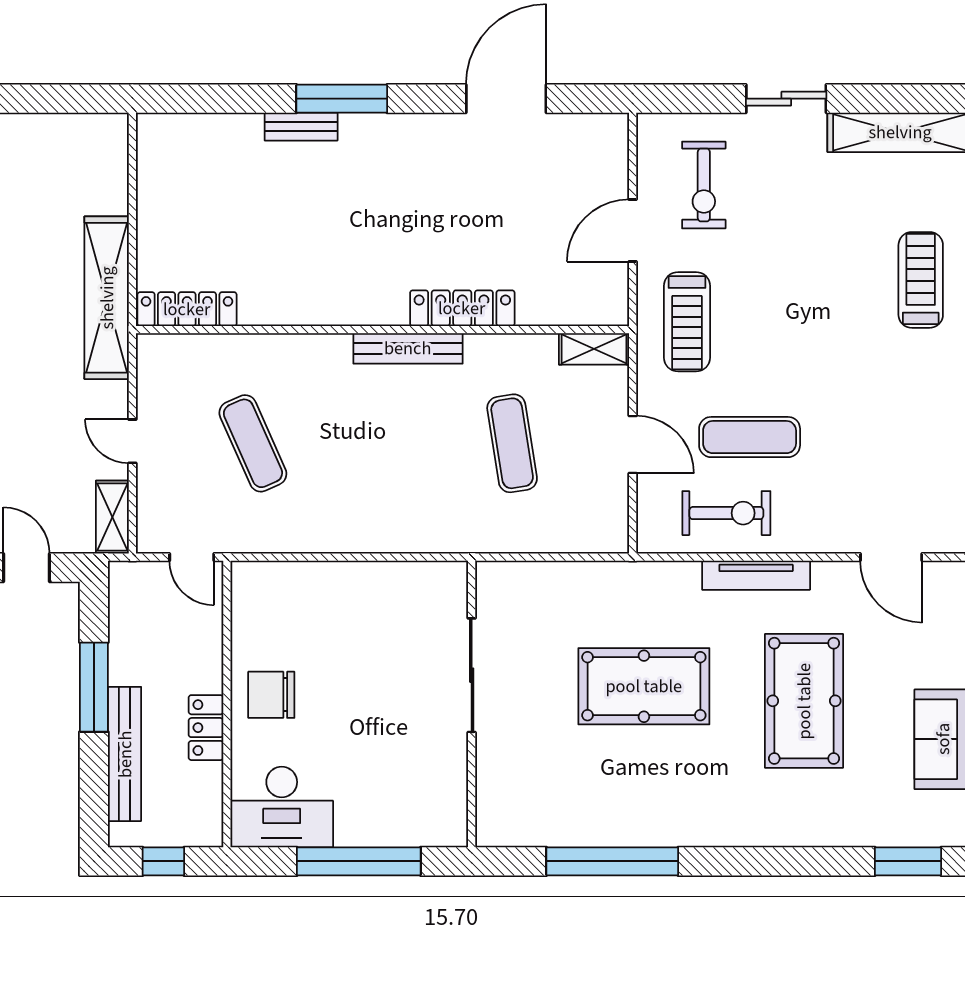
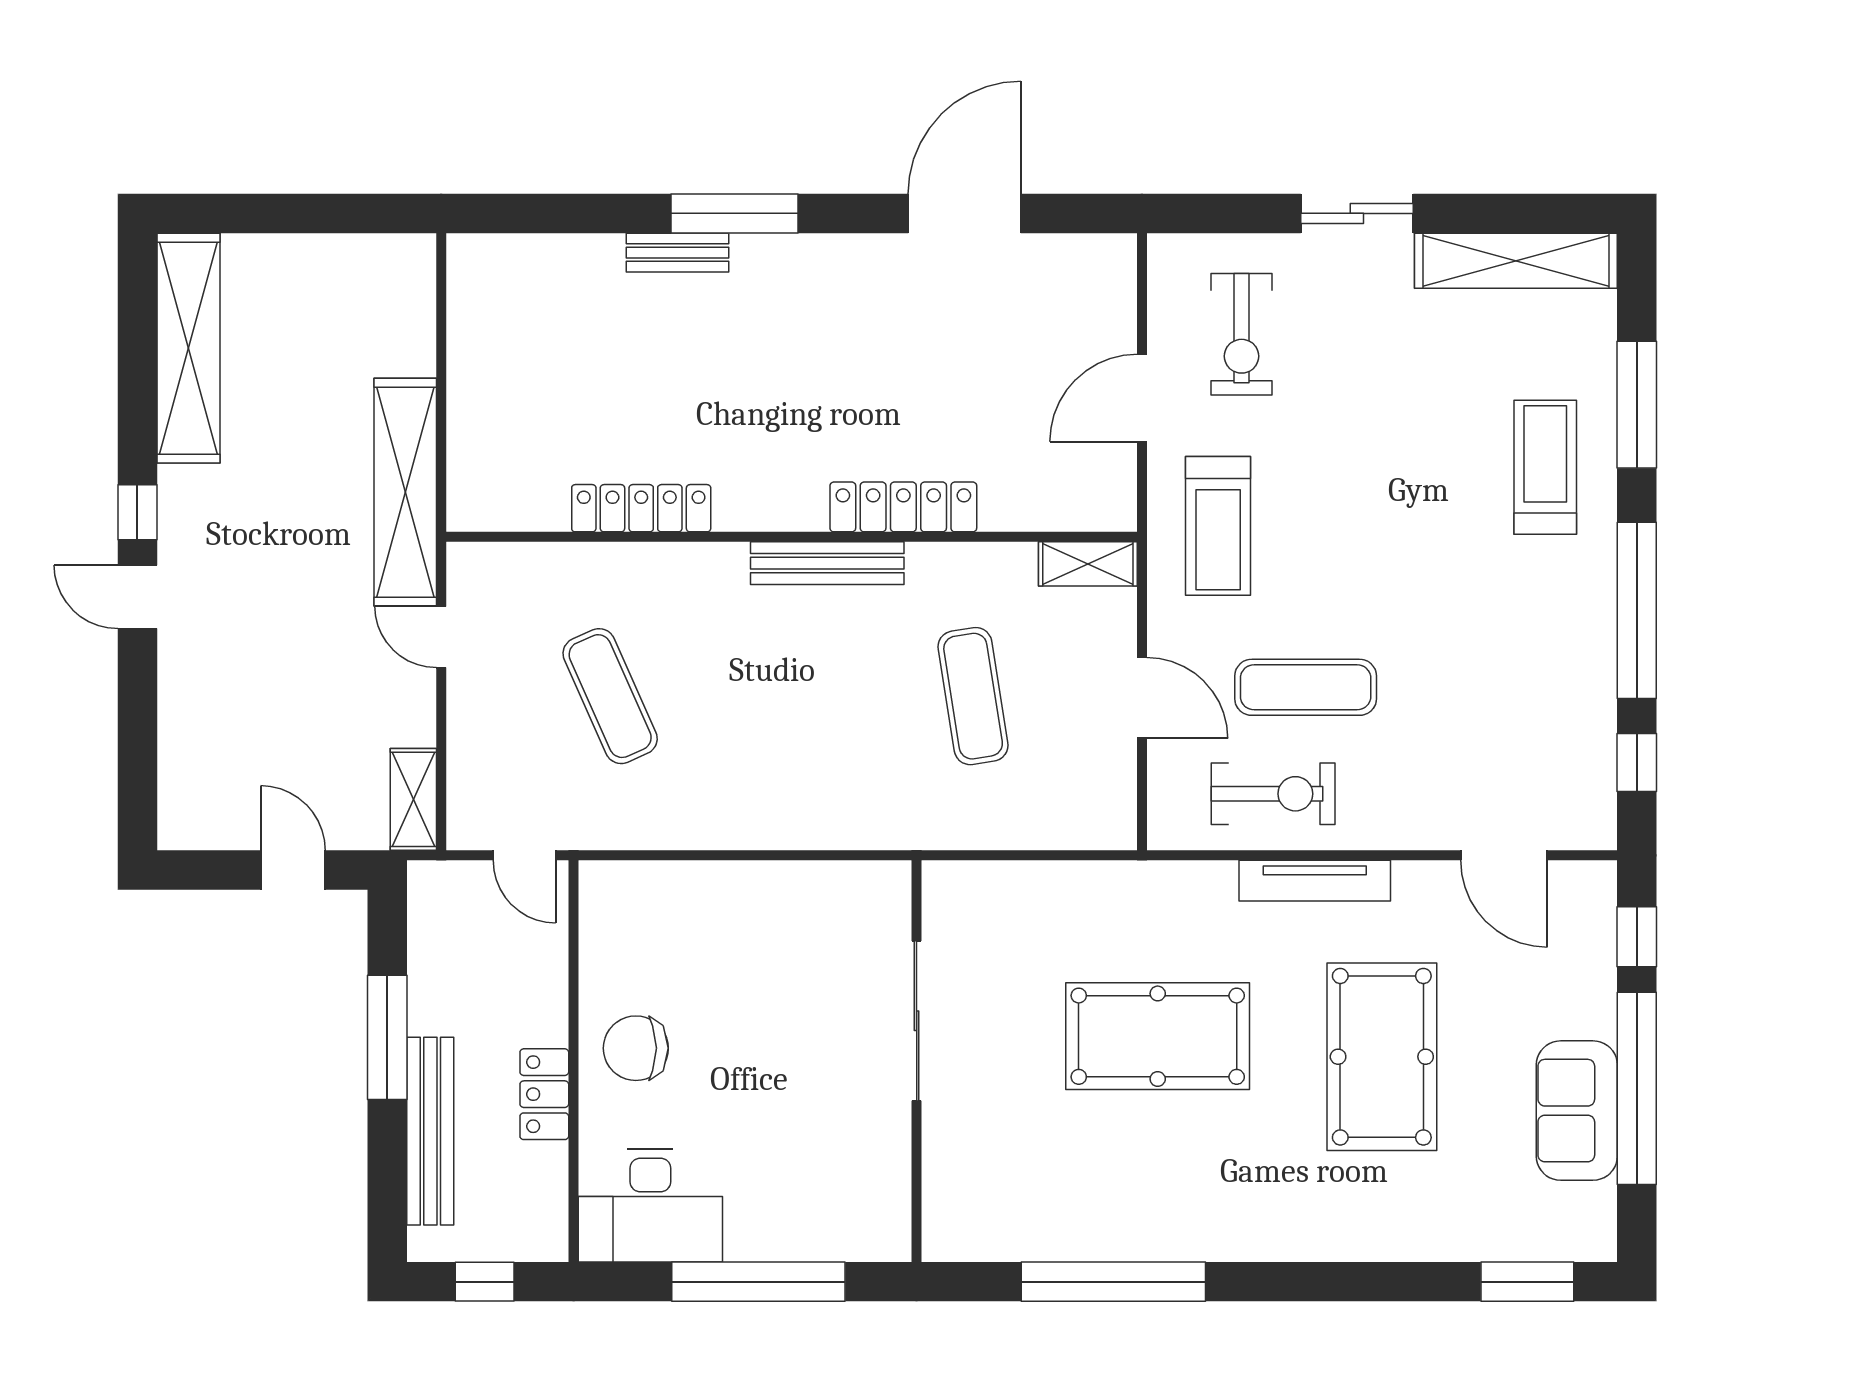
locker: (187, 309) -> (641, 508), moved
door: (132, 441) -> (441, 637), moved

